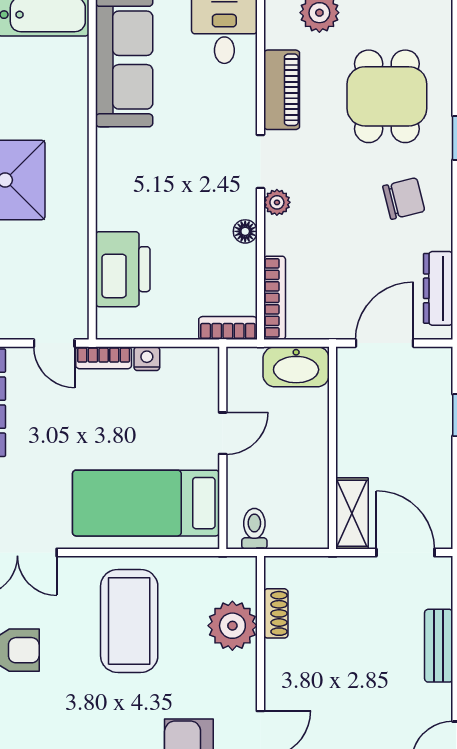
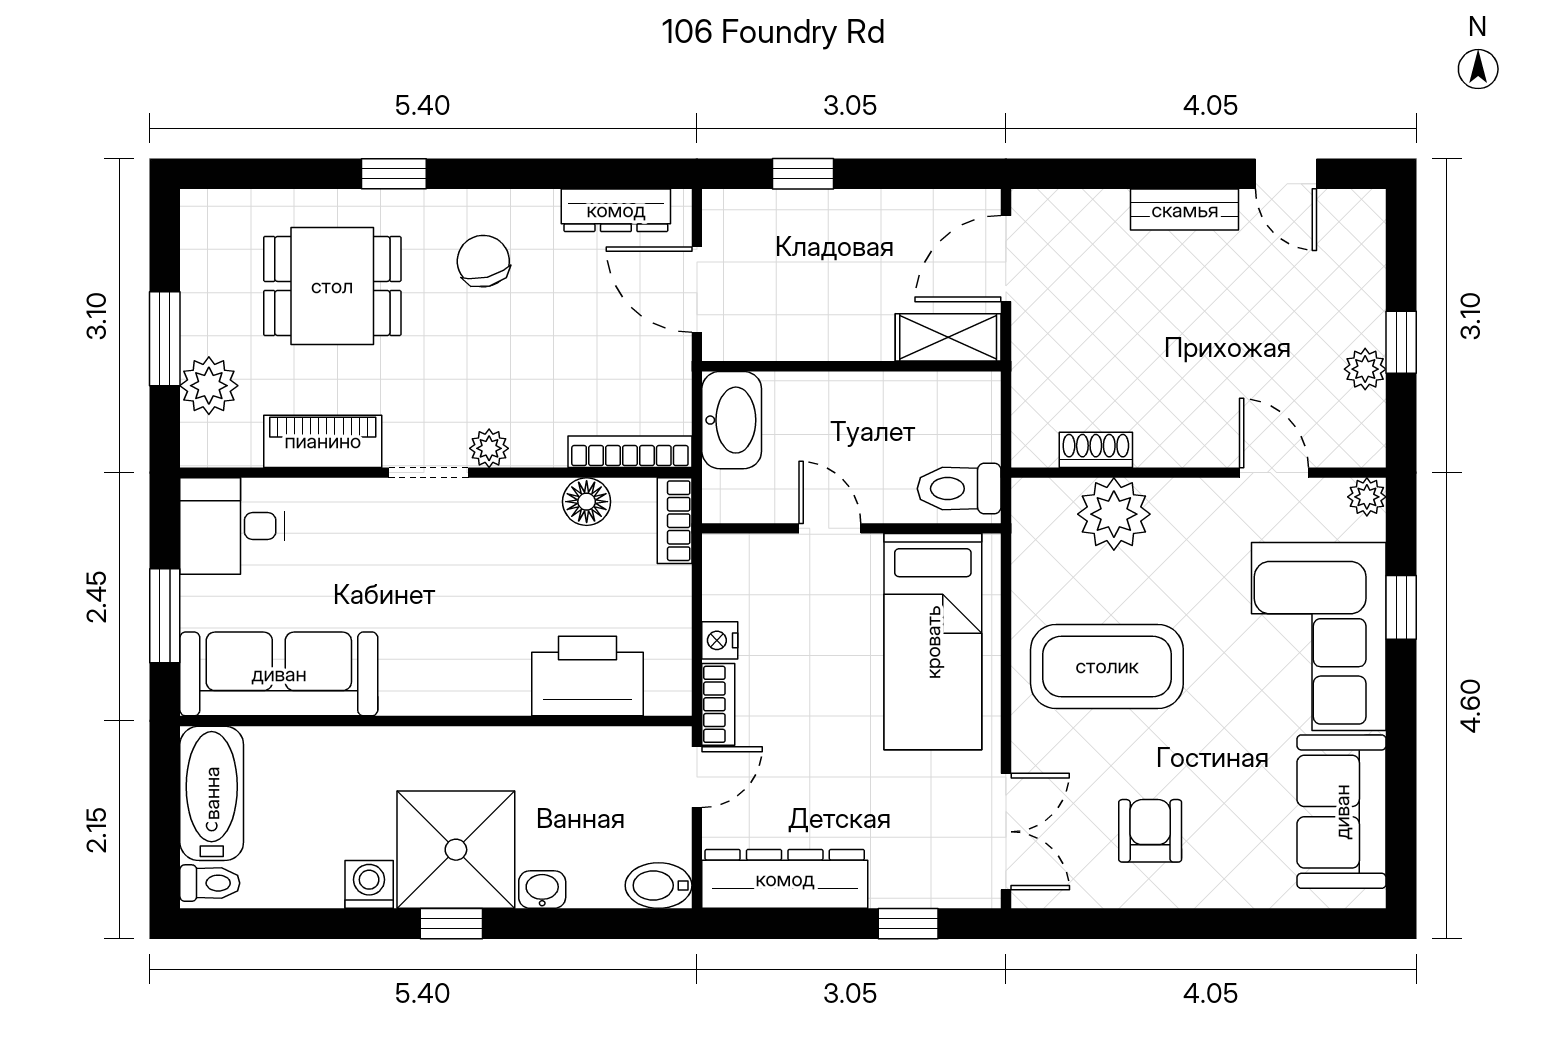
floor lamp: (245, 231) -> (587, 502), moved, width x1.37, depth x1.37
toilet: (254, 529) -> (959, 489), width x1.37, depth x1.39
bench: (439, 646) -> (1185, 210), moved

